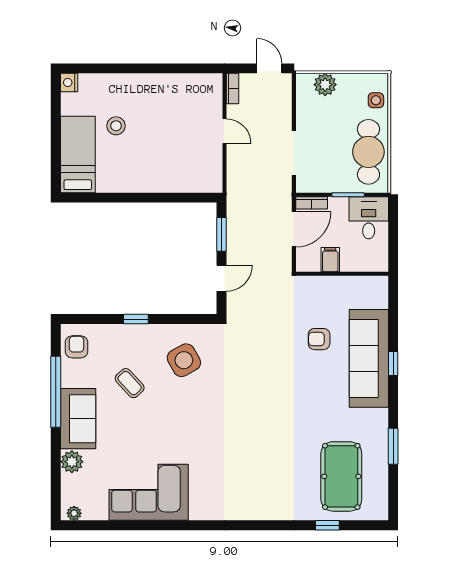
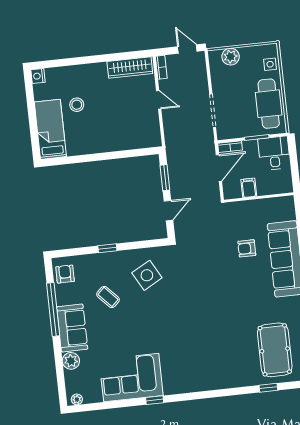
wardrobe: (191, 85) -> (130, 68), added
window: (176, 525) -> (155, 400), added

